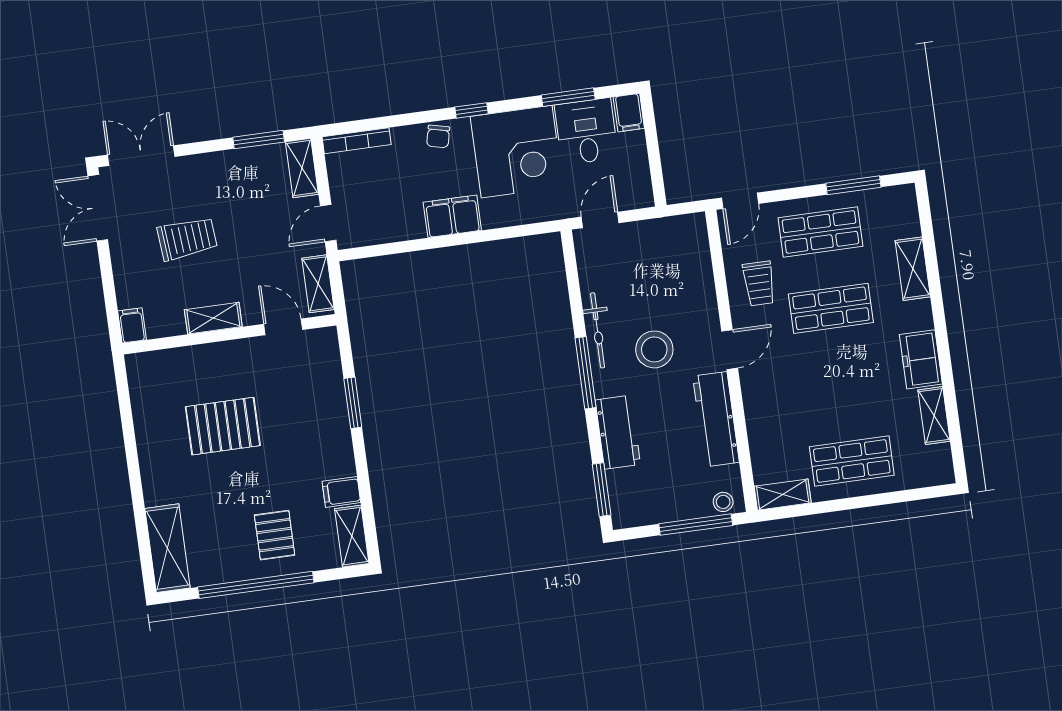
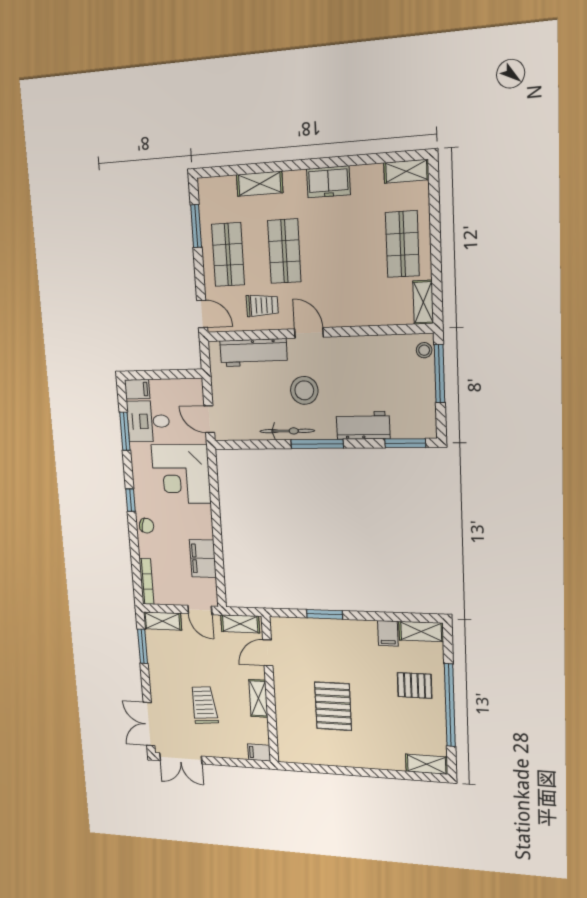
corner desk: (517, 152) -> (181, 474), moved, turned 180
filing cabinet: (452, 216) -> (203, 558), moved
shelving: (934, 416) -> (406, 171), moved
workbench: (716, 419) -> (253, 353), moved
shelving: (167, 548) -> (427, 764), width x0.67, depth x0.75

